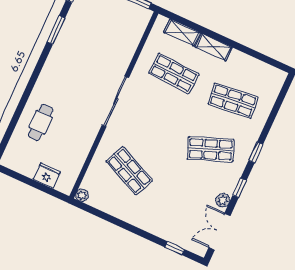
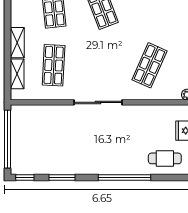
window: (27, 93) -> (124, 178), added
cafe table: (41, 122) -> (165, 158), moved

